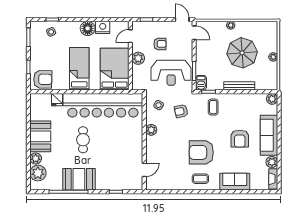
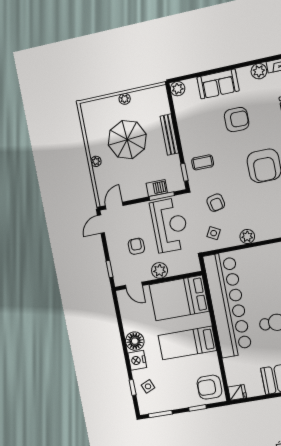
nightstand: (103, 27) -> (137, 360), moved
armchair: (43, 79) -> (209, 387), turned -91
barbecue: (201, 83) -> (157, 188), moved
fridge: (57, 100) -> (237, 392), moved
sofa: (269, 135) -> (218, 84), width x0.73

